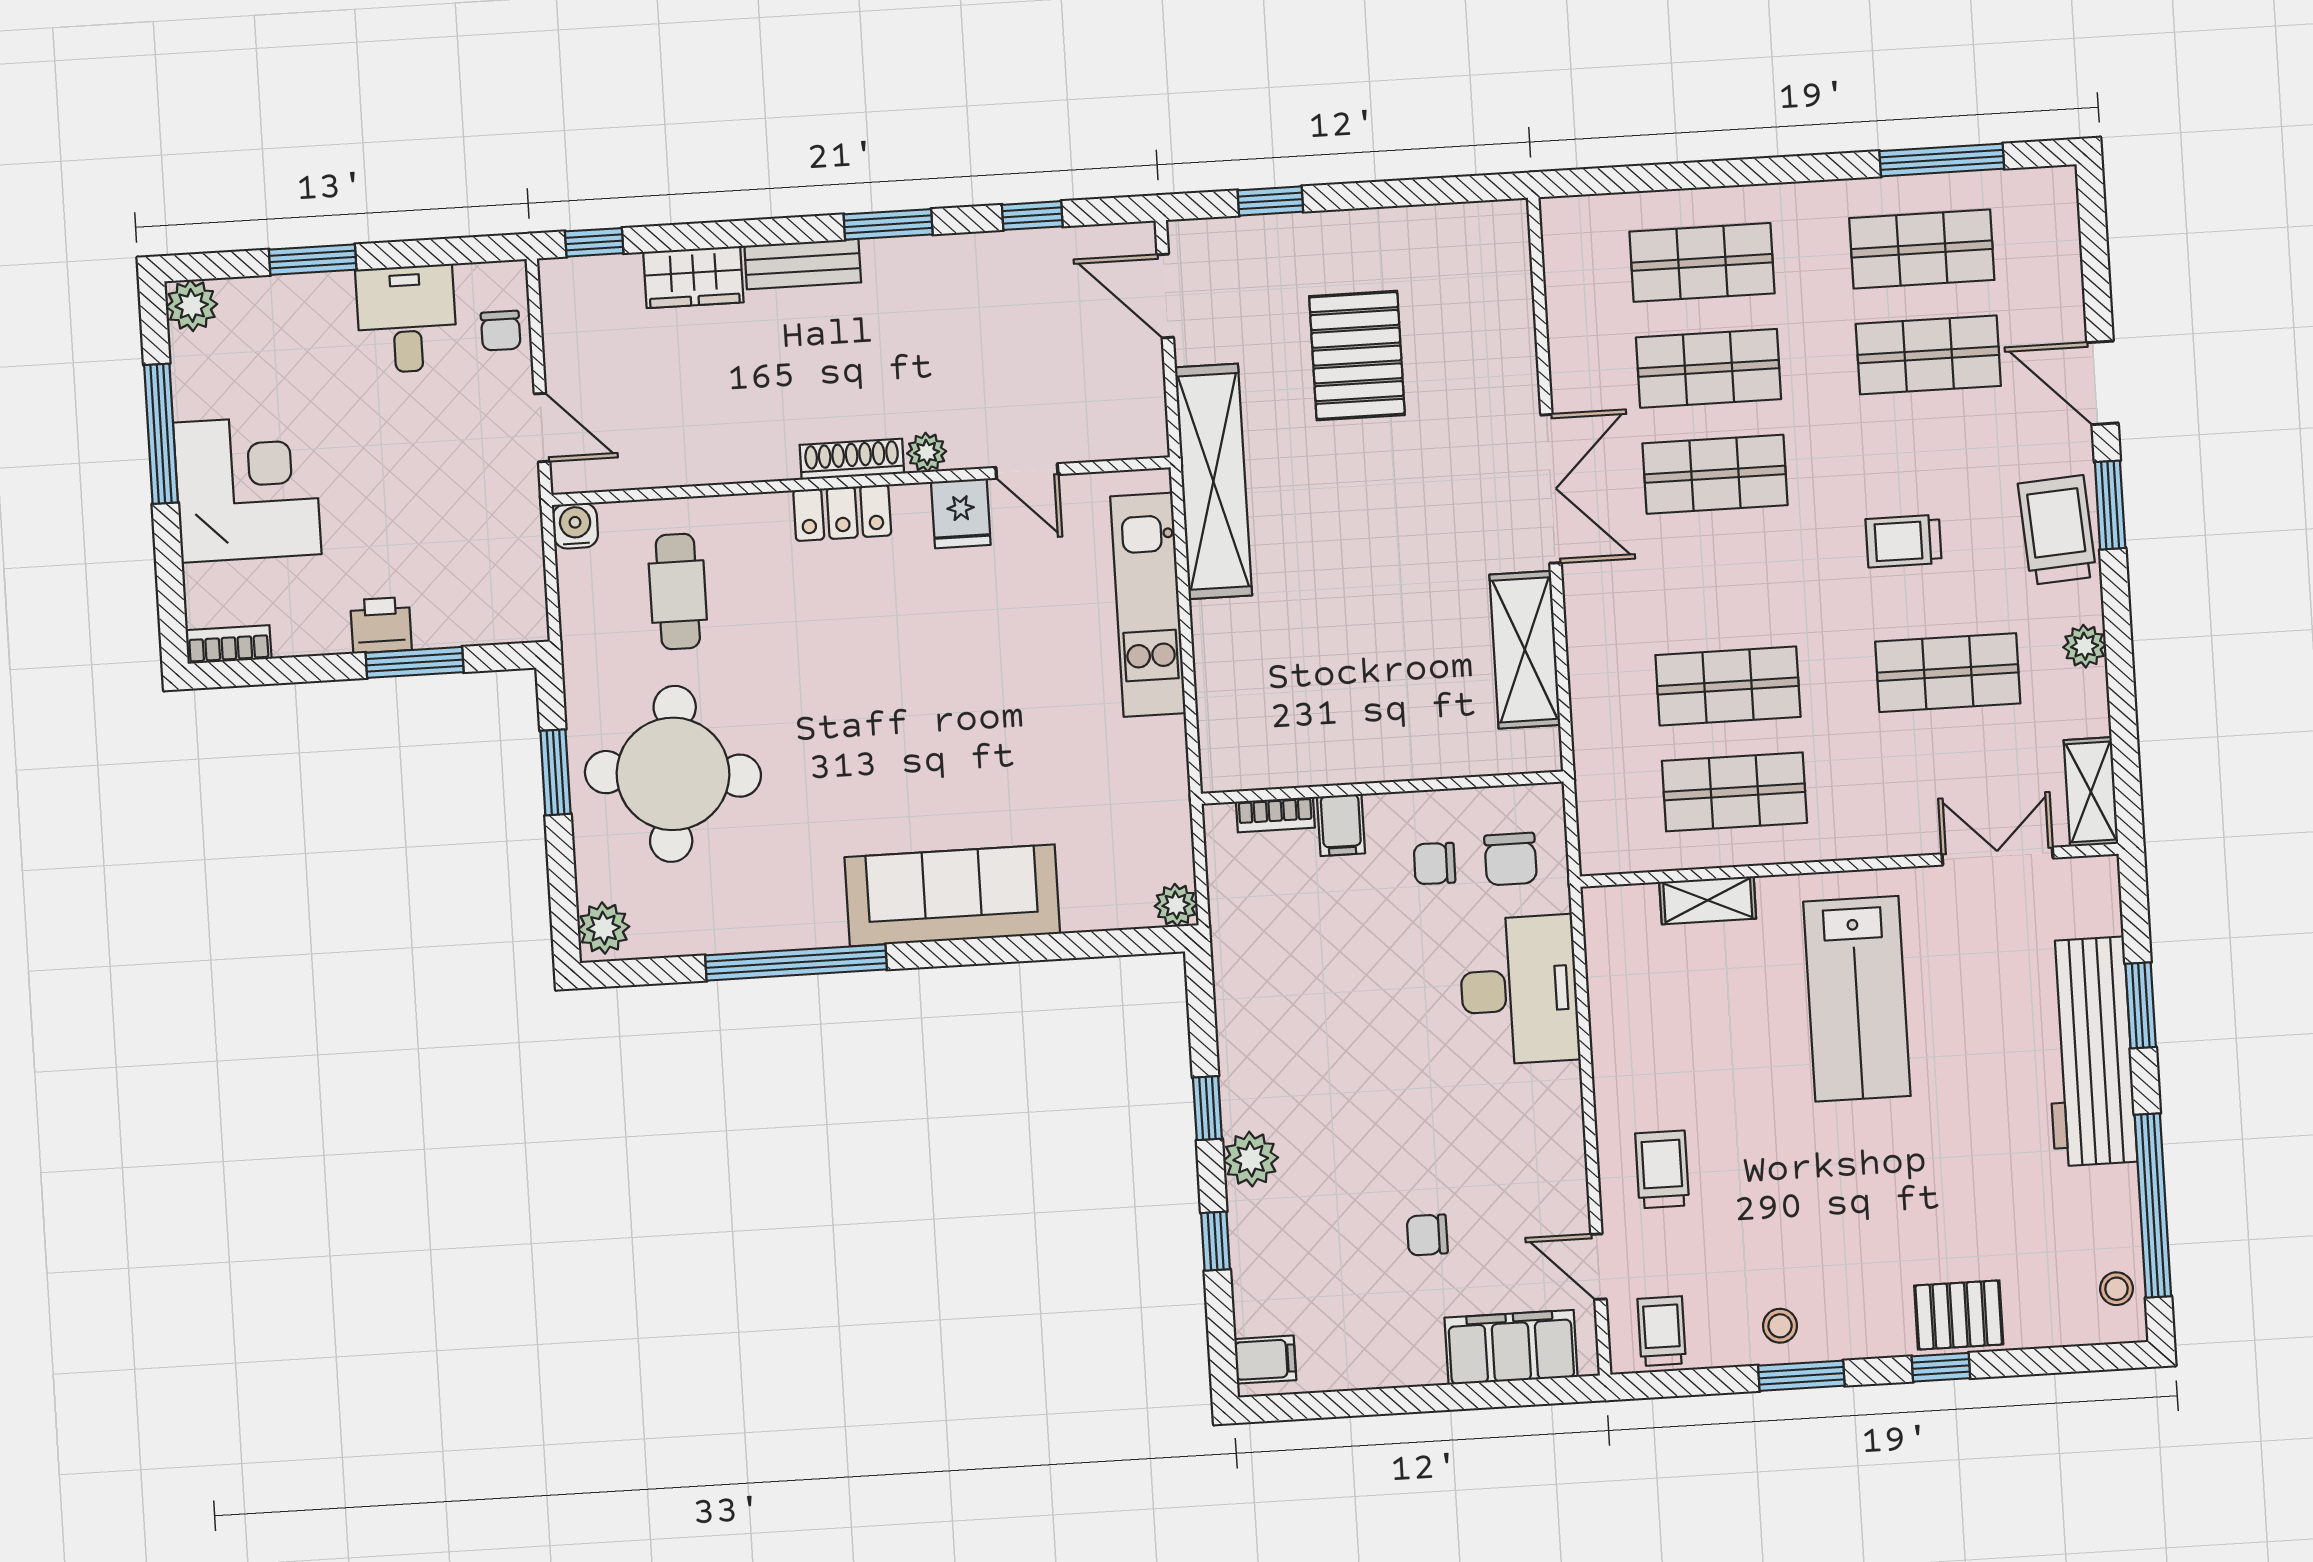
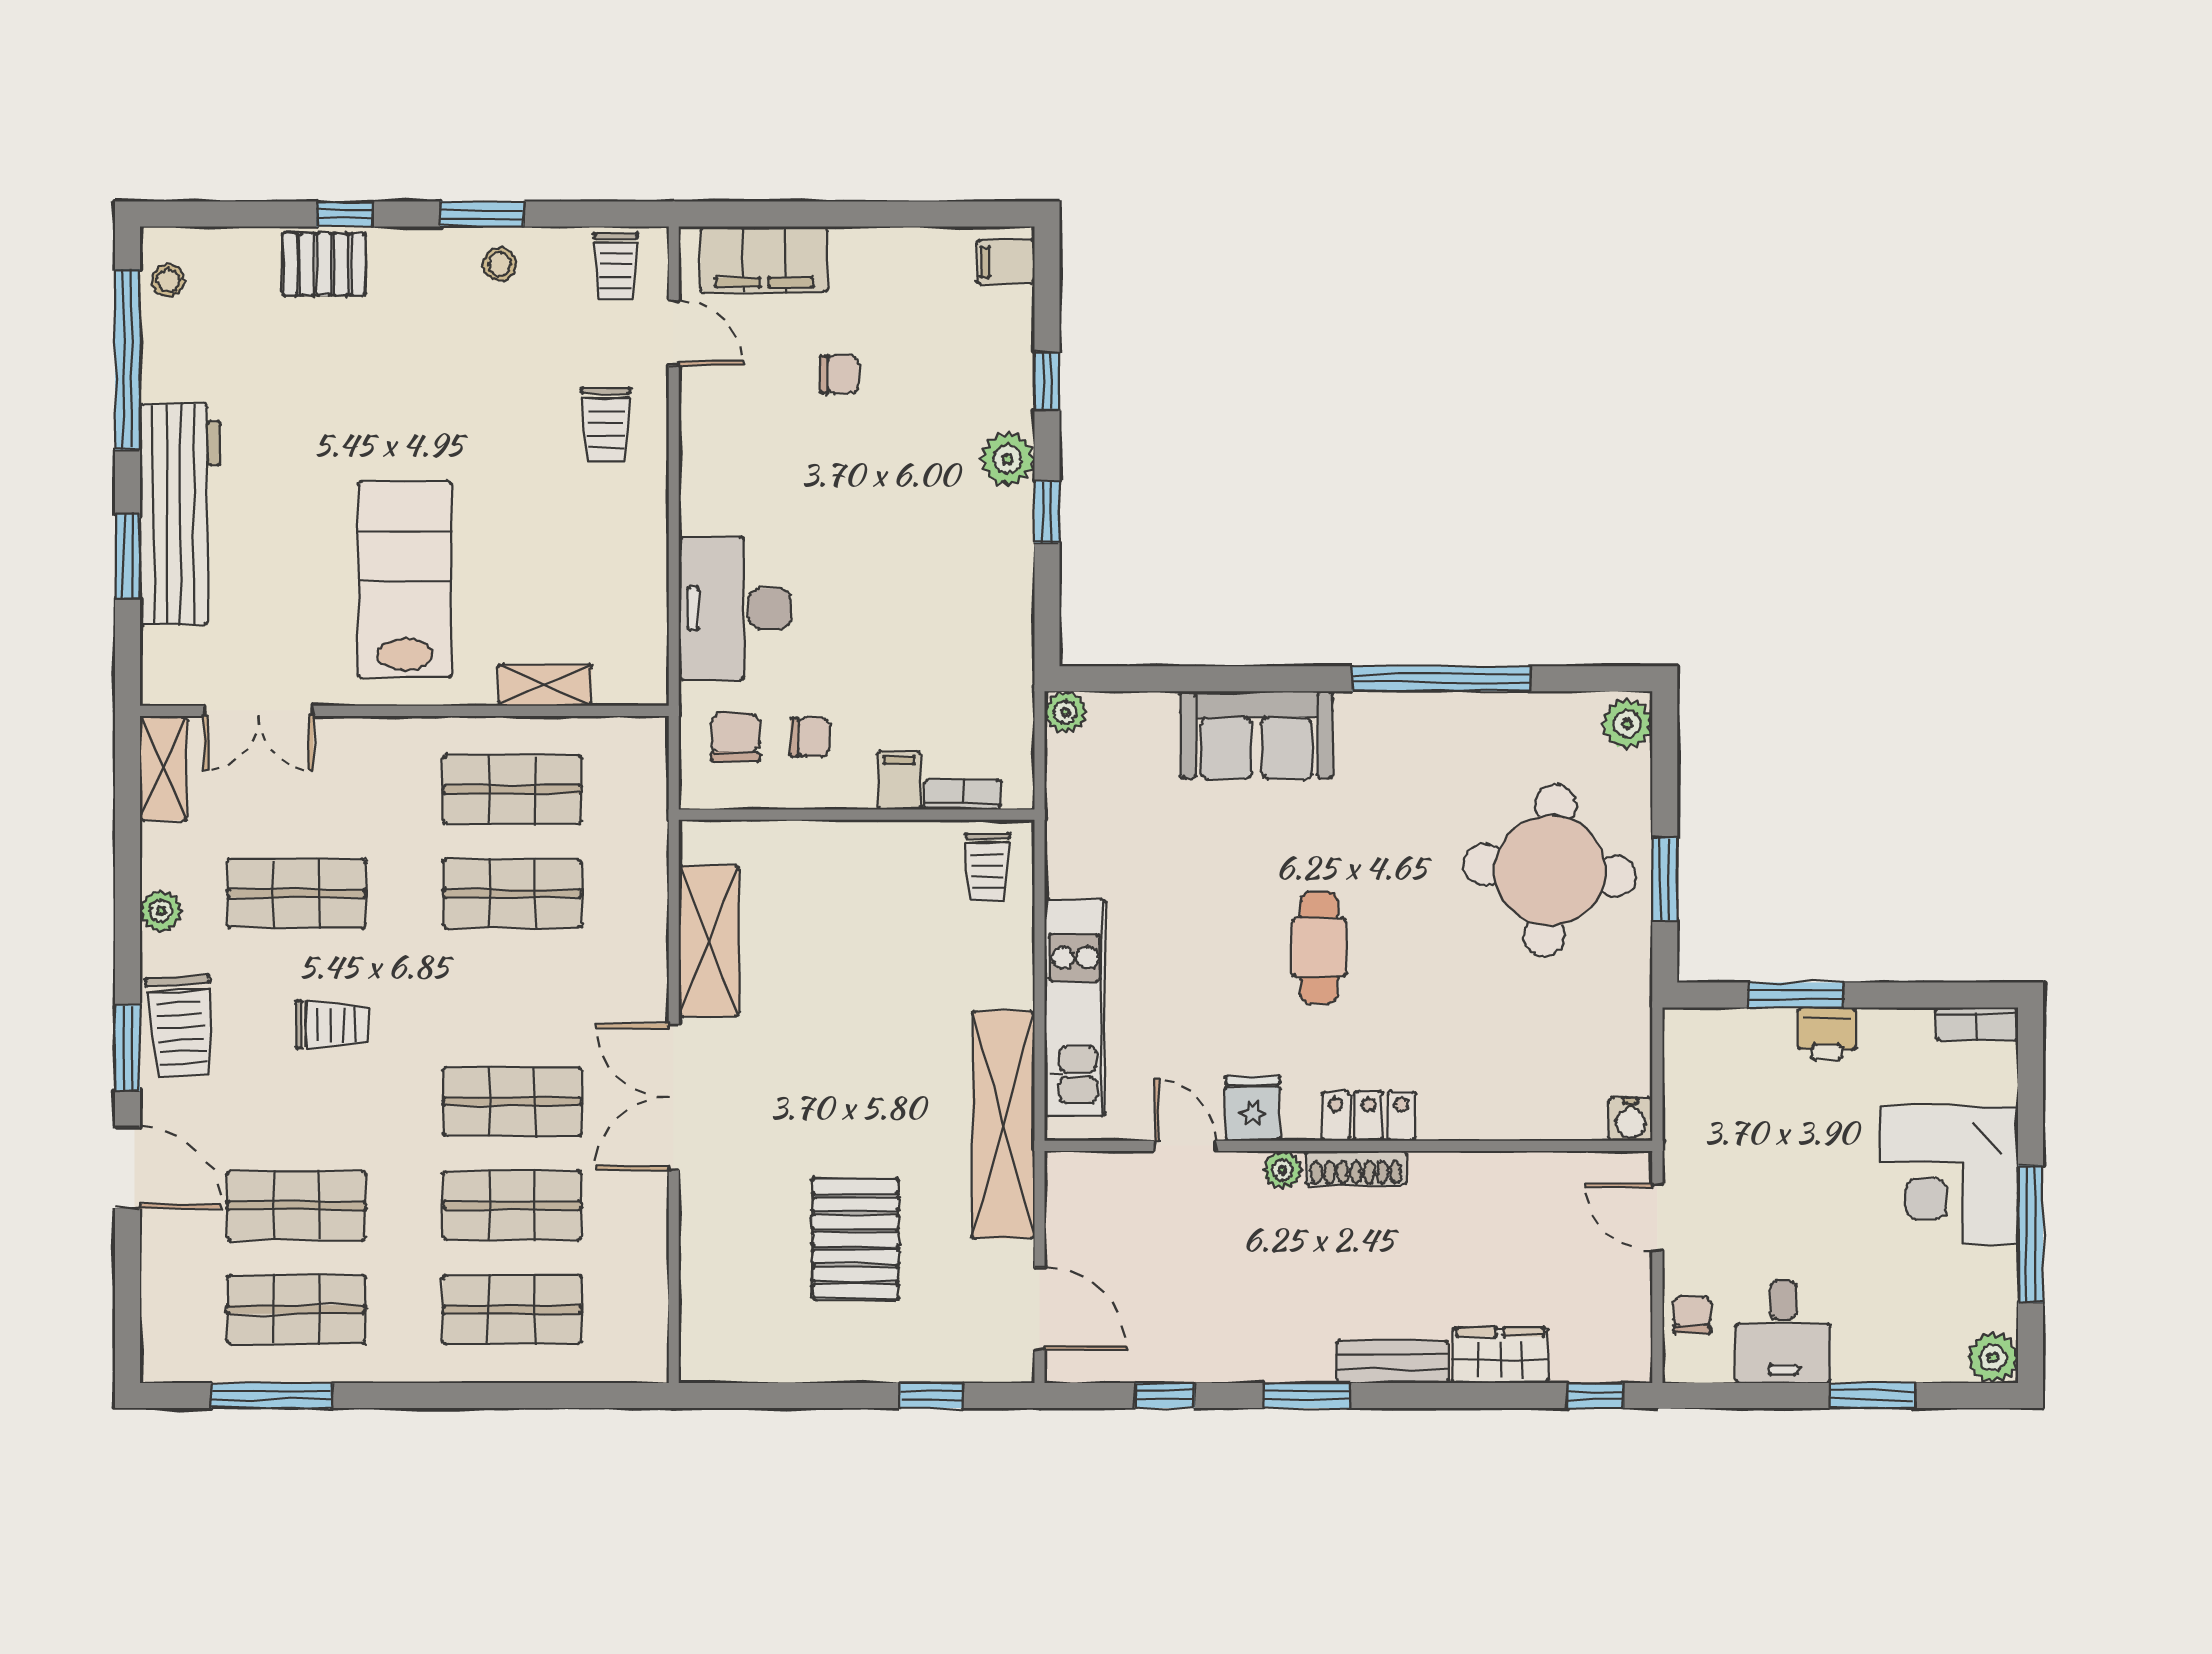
cafe table: (678, 592) -> (1319, 947), moved
trolley: (1246, 743) -> (987, 867), added
sofa: (952, 895) -> (1256, 735), width x0.73

